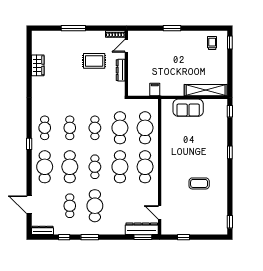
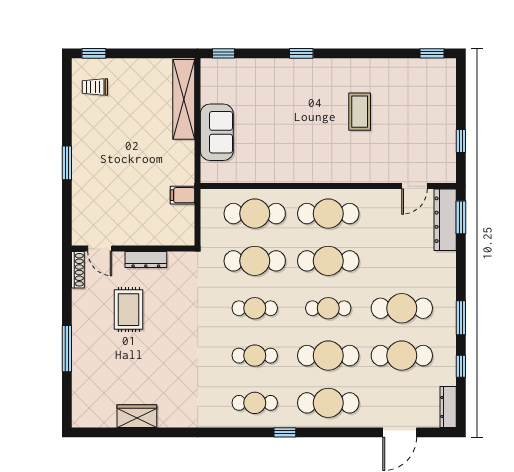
cafe table: (70, 206) -> (402, 356), width x1.37, depth x1.35

